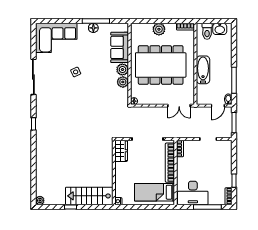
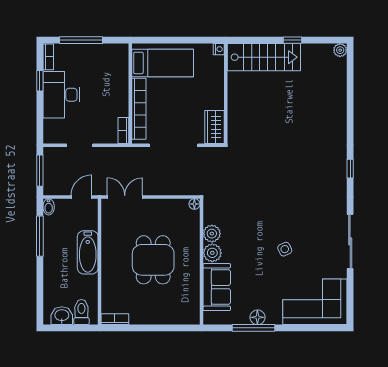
plant: (159, 29) -> (156, 315), removed
dining table: (161, 65) -> (153, 260), width x0.53, depth x0.80
door: (218, 106) -> (82, 197), moved
desk: (193, 193) -> (61, 95), moved, turned -90

